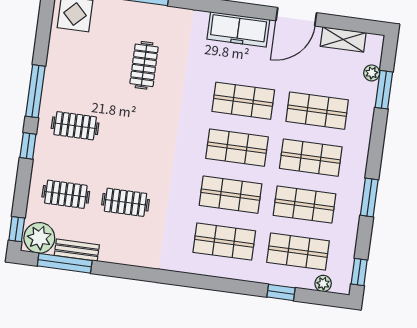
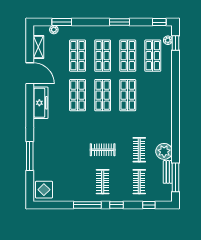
clothes rail: (144, 65) -> (103, 150), moved
window: (17, 229) -> (149, 205), moved
plant: (39, 238) -> (164, 151), moved
shop shelf: (224, 242) -> (153, 95), removed
window: (281, 292) -> (176, 43), moved

